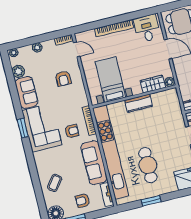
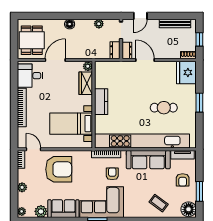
door: (77, 49) -> (33, 149), hinge flipped
armchair: (63, 78) -> (59, 169), width x1.88, depth x1.88
cafe table: (148, 165) -> (164, 108), width x0.73, depth x0.74
window: (151, 201) -> (199, 103), moved

